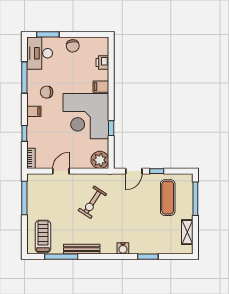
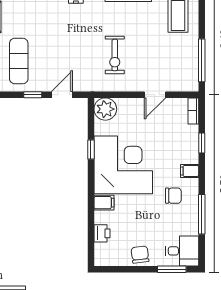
desk: (40, 53) -> (182, 251), width x0.73
exercise bike: (92, 202) -> (115, 55), turned 147

